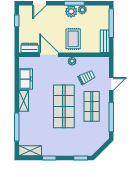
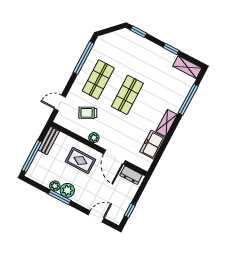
rug: (73, 39) -> (80, 161), turned 90
door: (111, 84) -> (60, 103), moved
shop shelf: (64, 106) -> (127, 95), width x0.70, depth x0.74

